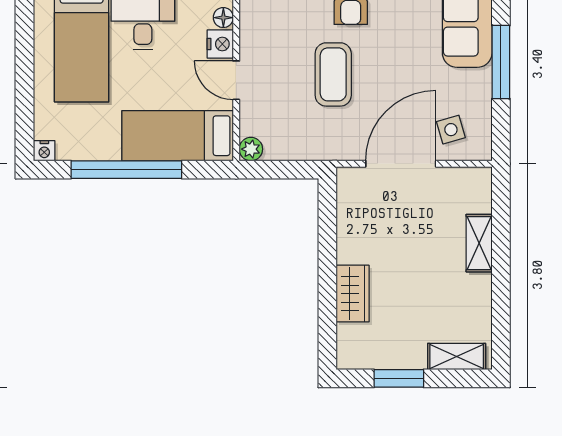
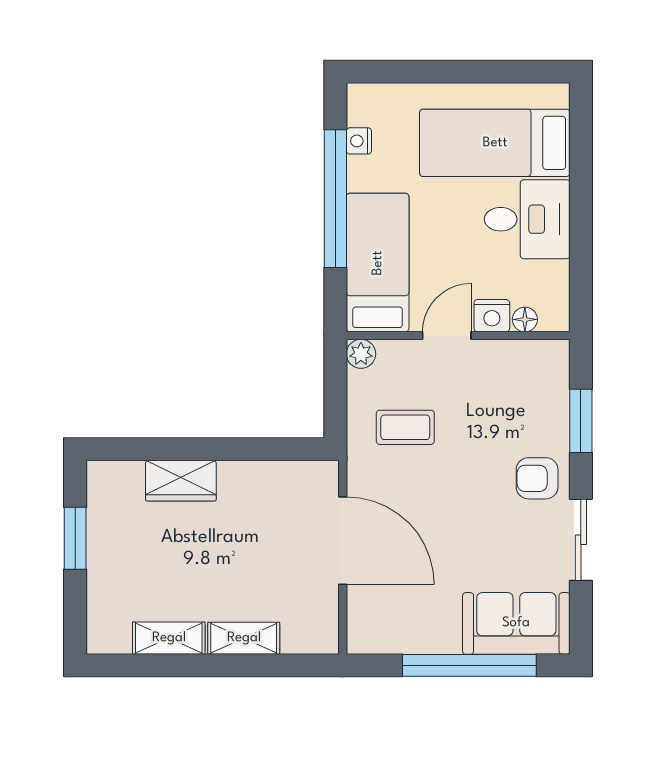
window: (501, 62) -> (469, 665), width x1.46
coffee table: (333, 74) -> (405, 427), moved, width x0.73, depth x0.77
side table: (451, 130) -> (385, 603), removed
nightstand: (44, 151) -> (359, 141), moved
shelving: (457, 357) -> (169, 638), moved, turned 90

